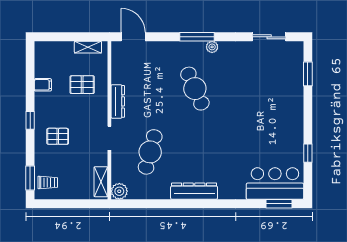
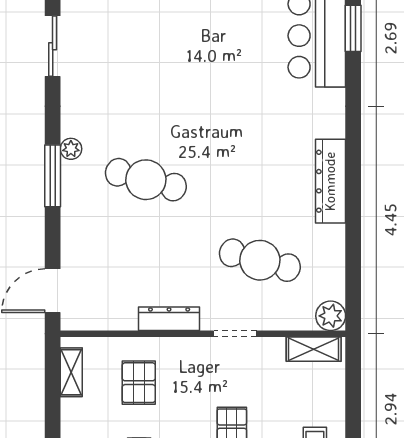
cafe table: (195, 89) -> (146, 180), turned 39

